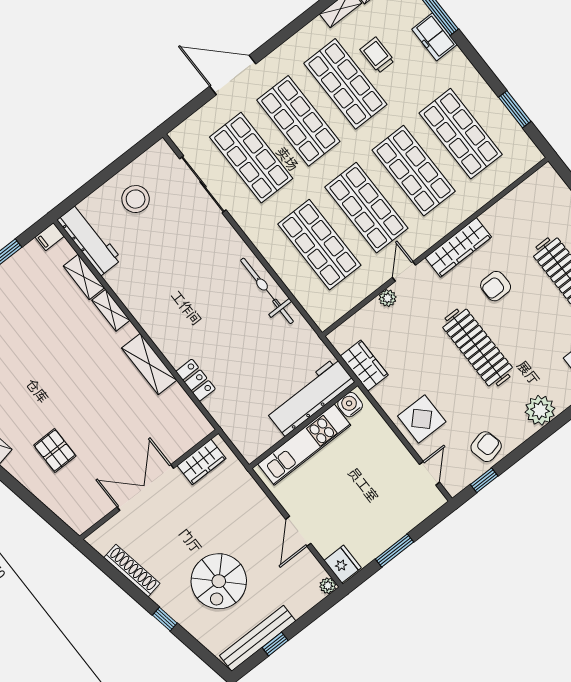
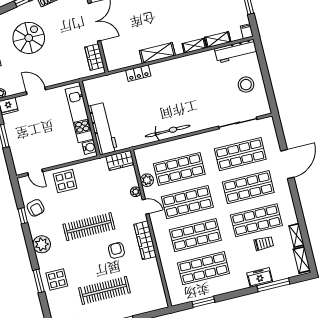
plant: (361, 288) -> (147, 180), added
wardrobe: (364, 365) -> (120, 160), moved
window: (484, 480) -> (23, 216), moved
spiral stairs: (219, 581) -> (29, 38), turned 90

